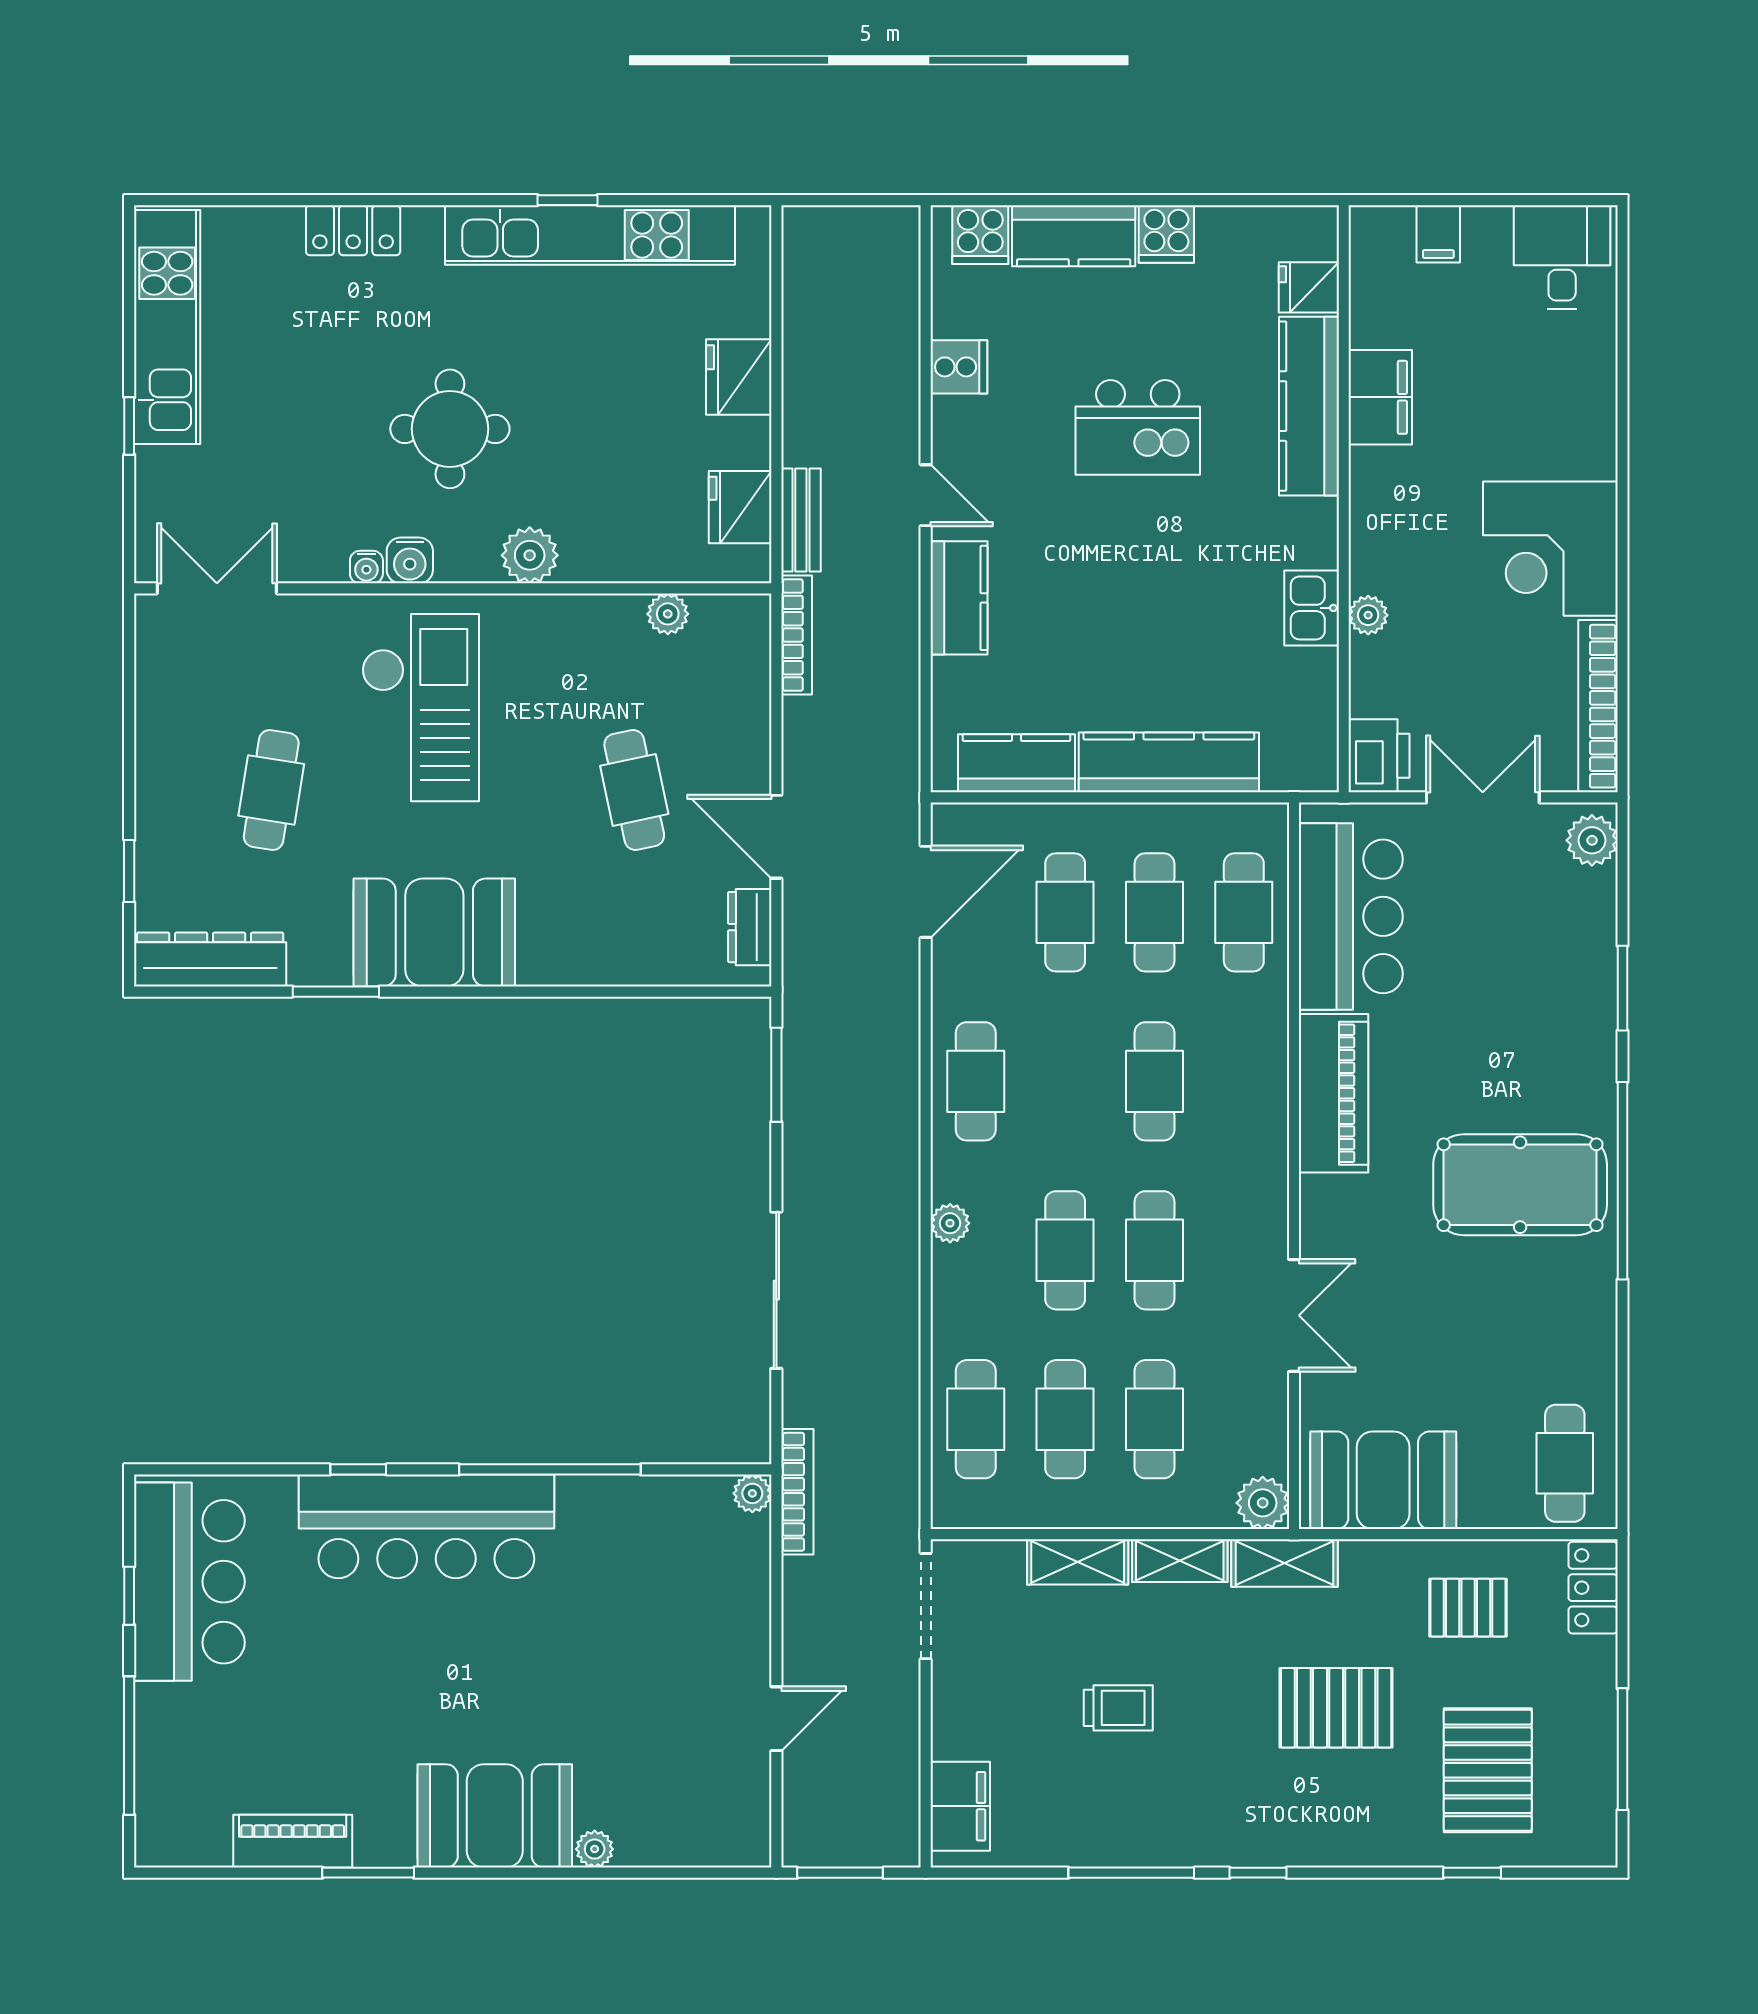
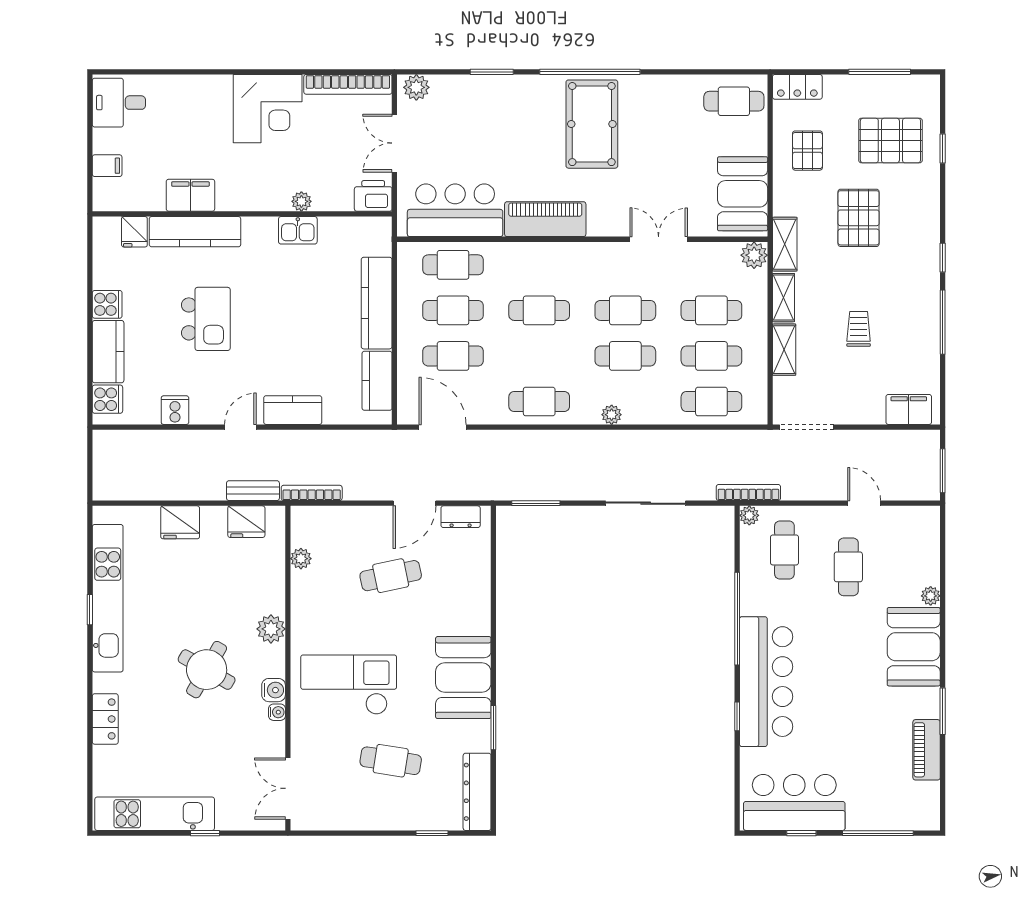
round table: (450, 429) -> (207, 670), turned 30
cafe table: (685, 1562) -> (784, 550), added
cafe table: (651, 1688) -> (848, 567), added

